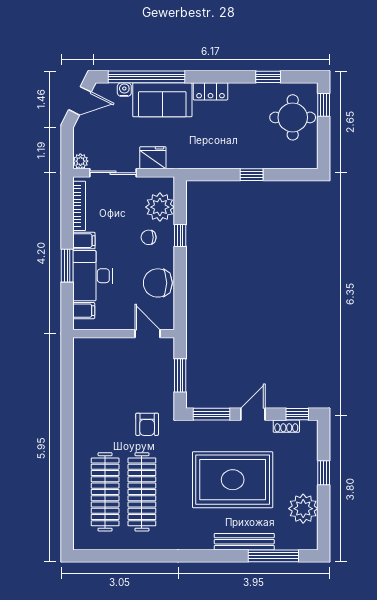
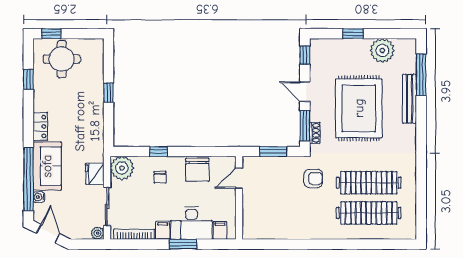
plant: (160, 207) -> (122, 168), moved
shoe rack: (286, 426) -> (315, 133), moved

